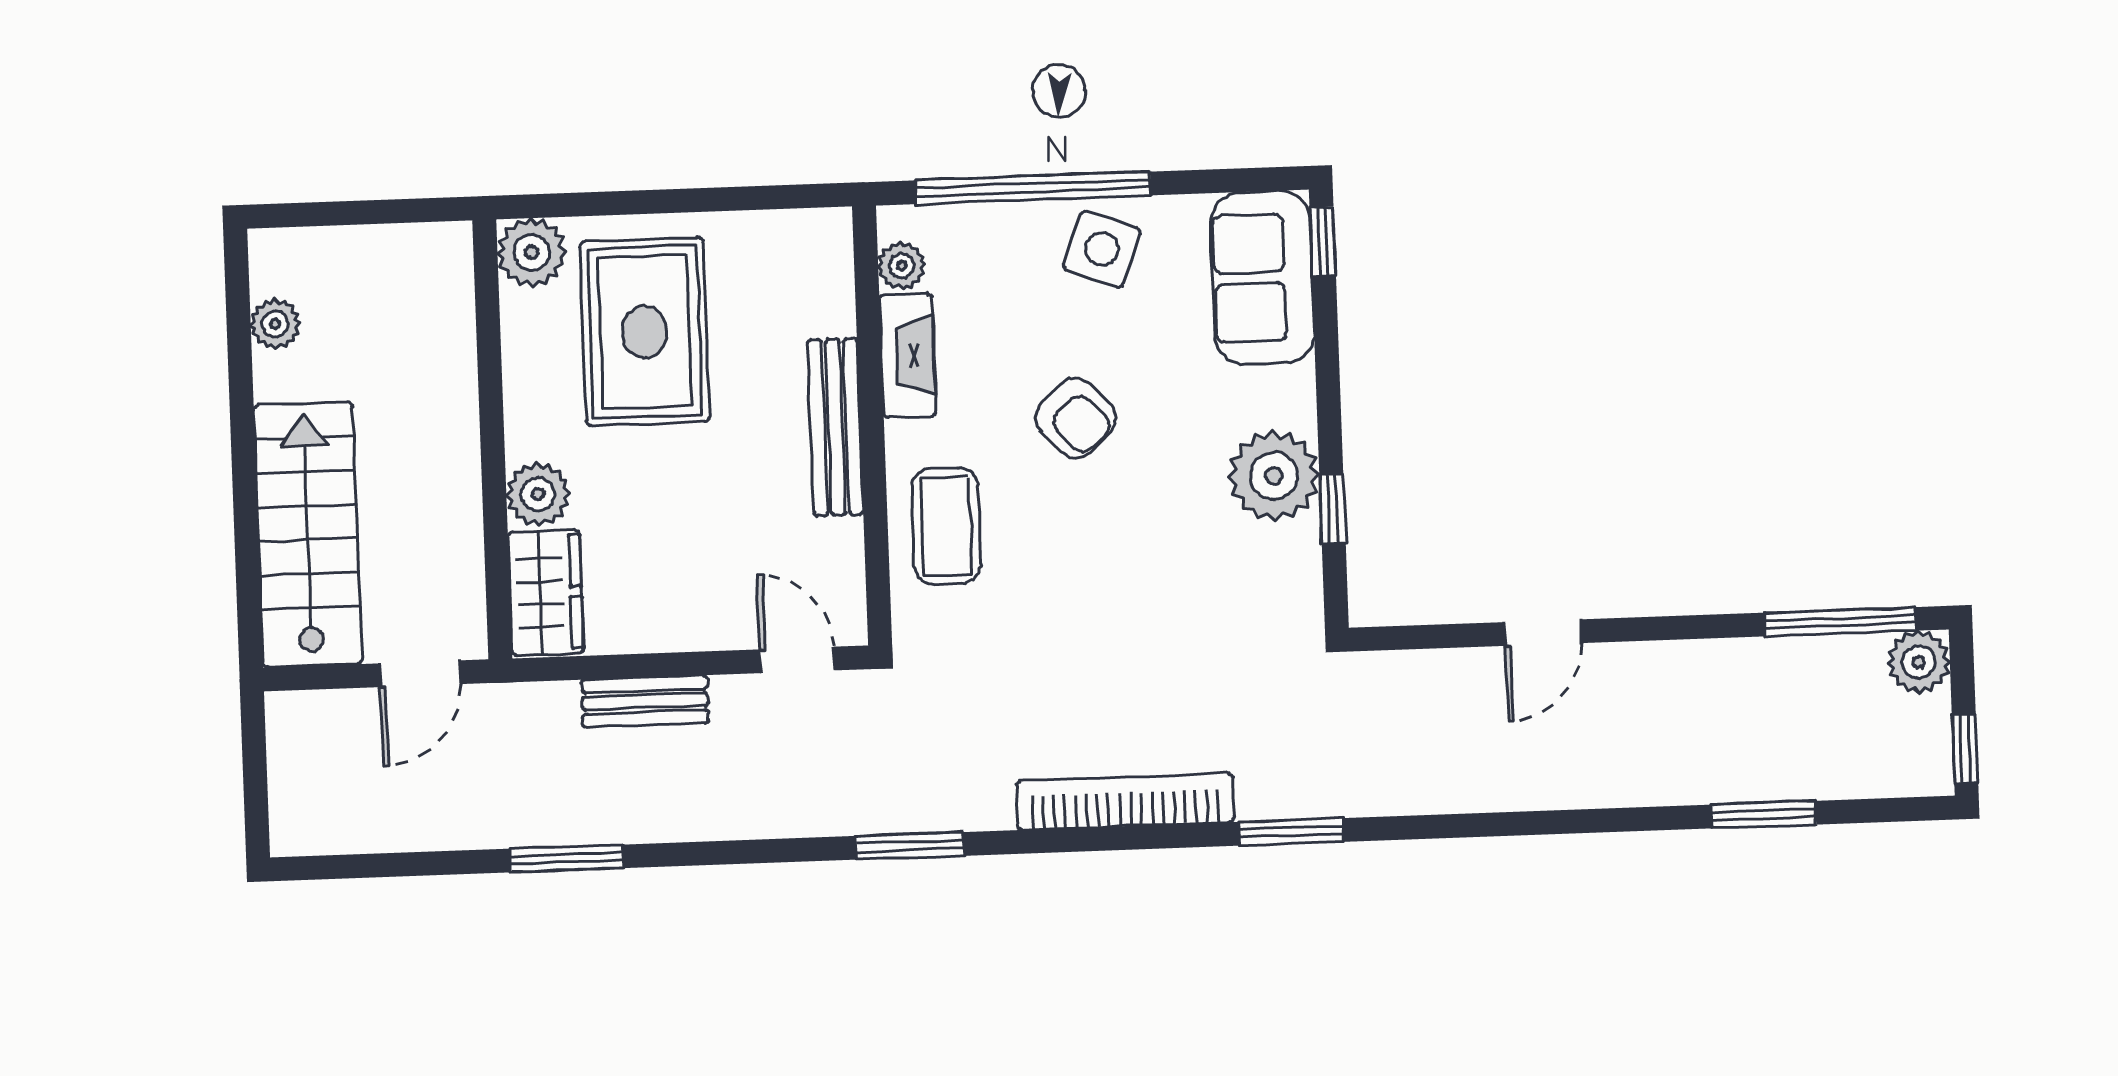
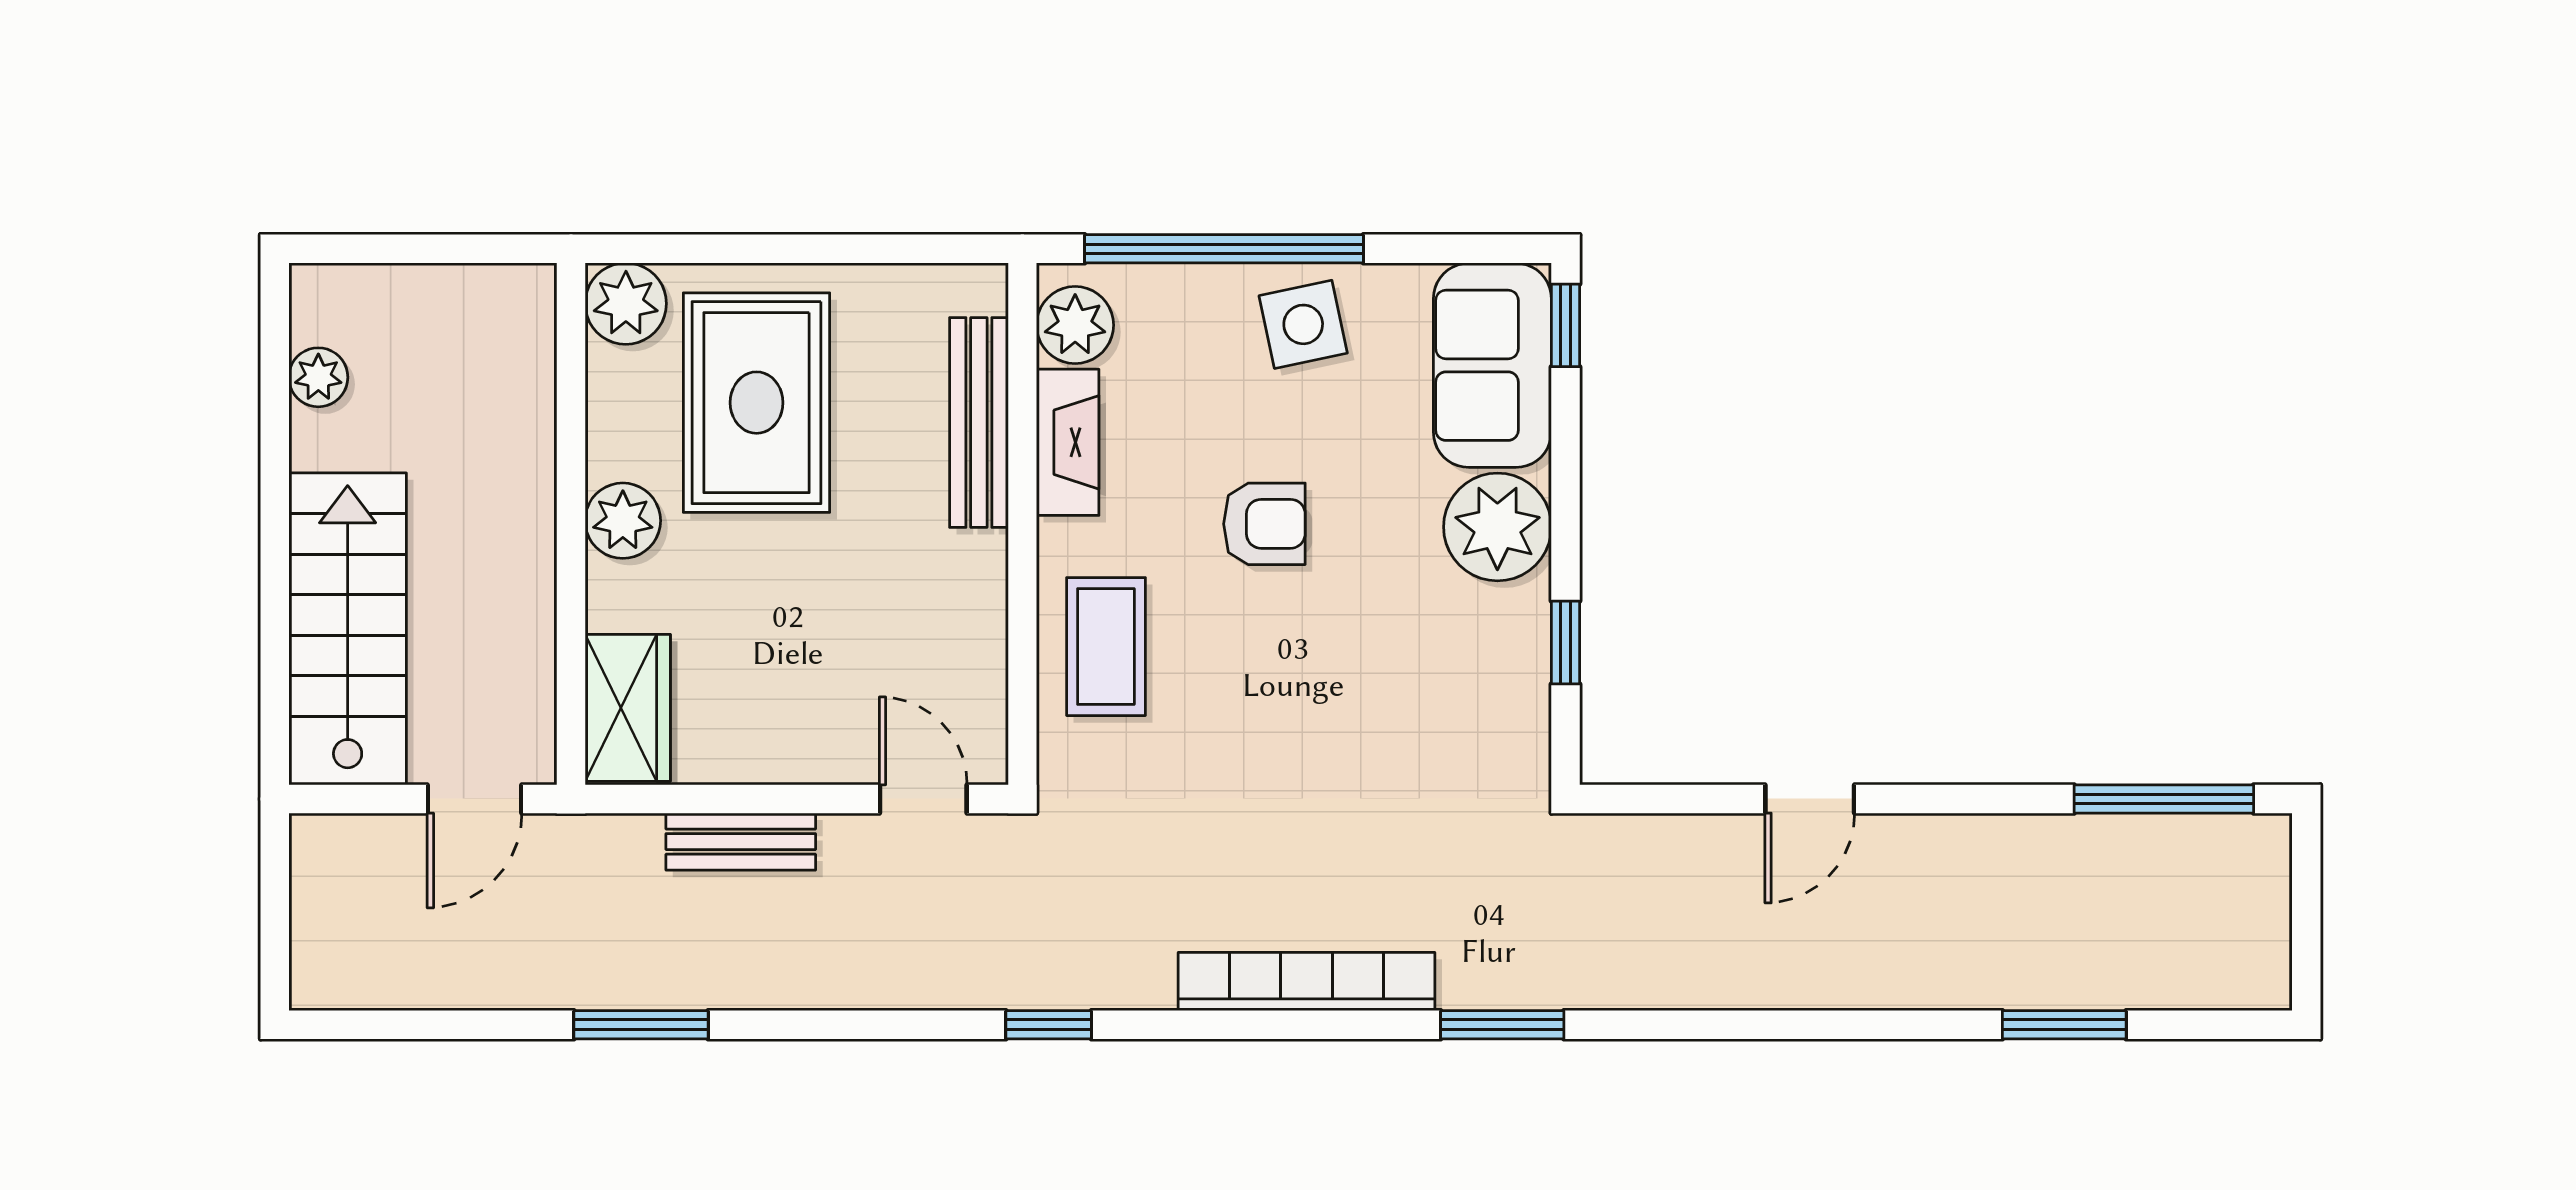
side table: (1102, 249) -> (1303, 324), turned -33
plant: (902, 266) -> (1075, 325), width x1.38, depth x1.38
armchair: (1076, 418) -> (1264, 524), turned -47
bench: (835, 427) -> (979, 423), moved
plant: (1274, 476) -> (1497, 527), moved
plant: (538, 494) -> (623, 521), moved
plant: (1919, 662) -> (2255, 850), removed
window: (1965, 749) -> (2306, 955), removed
window: (910, 846) -> (1049, 1025), width x0.67

